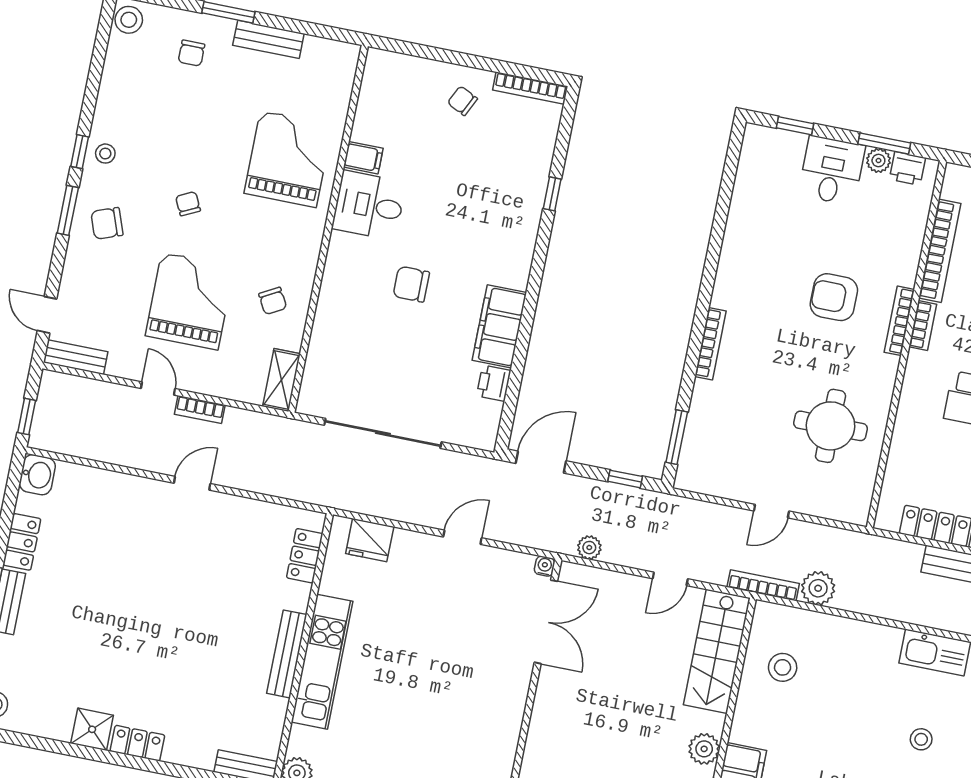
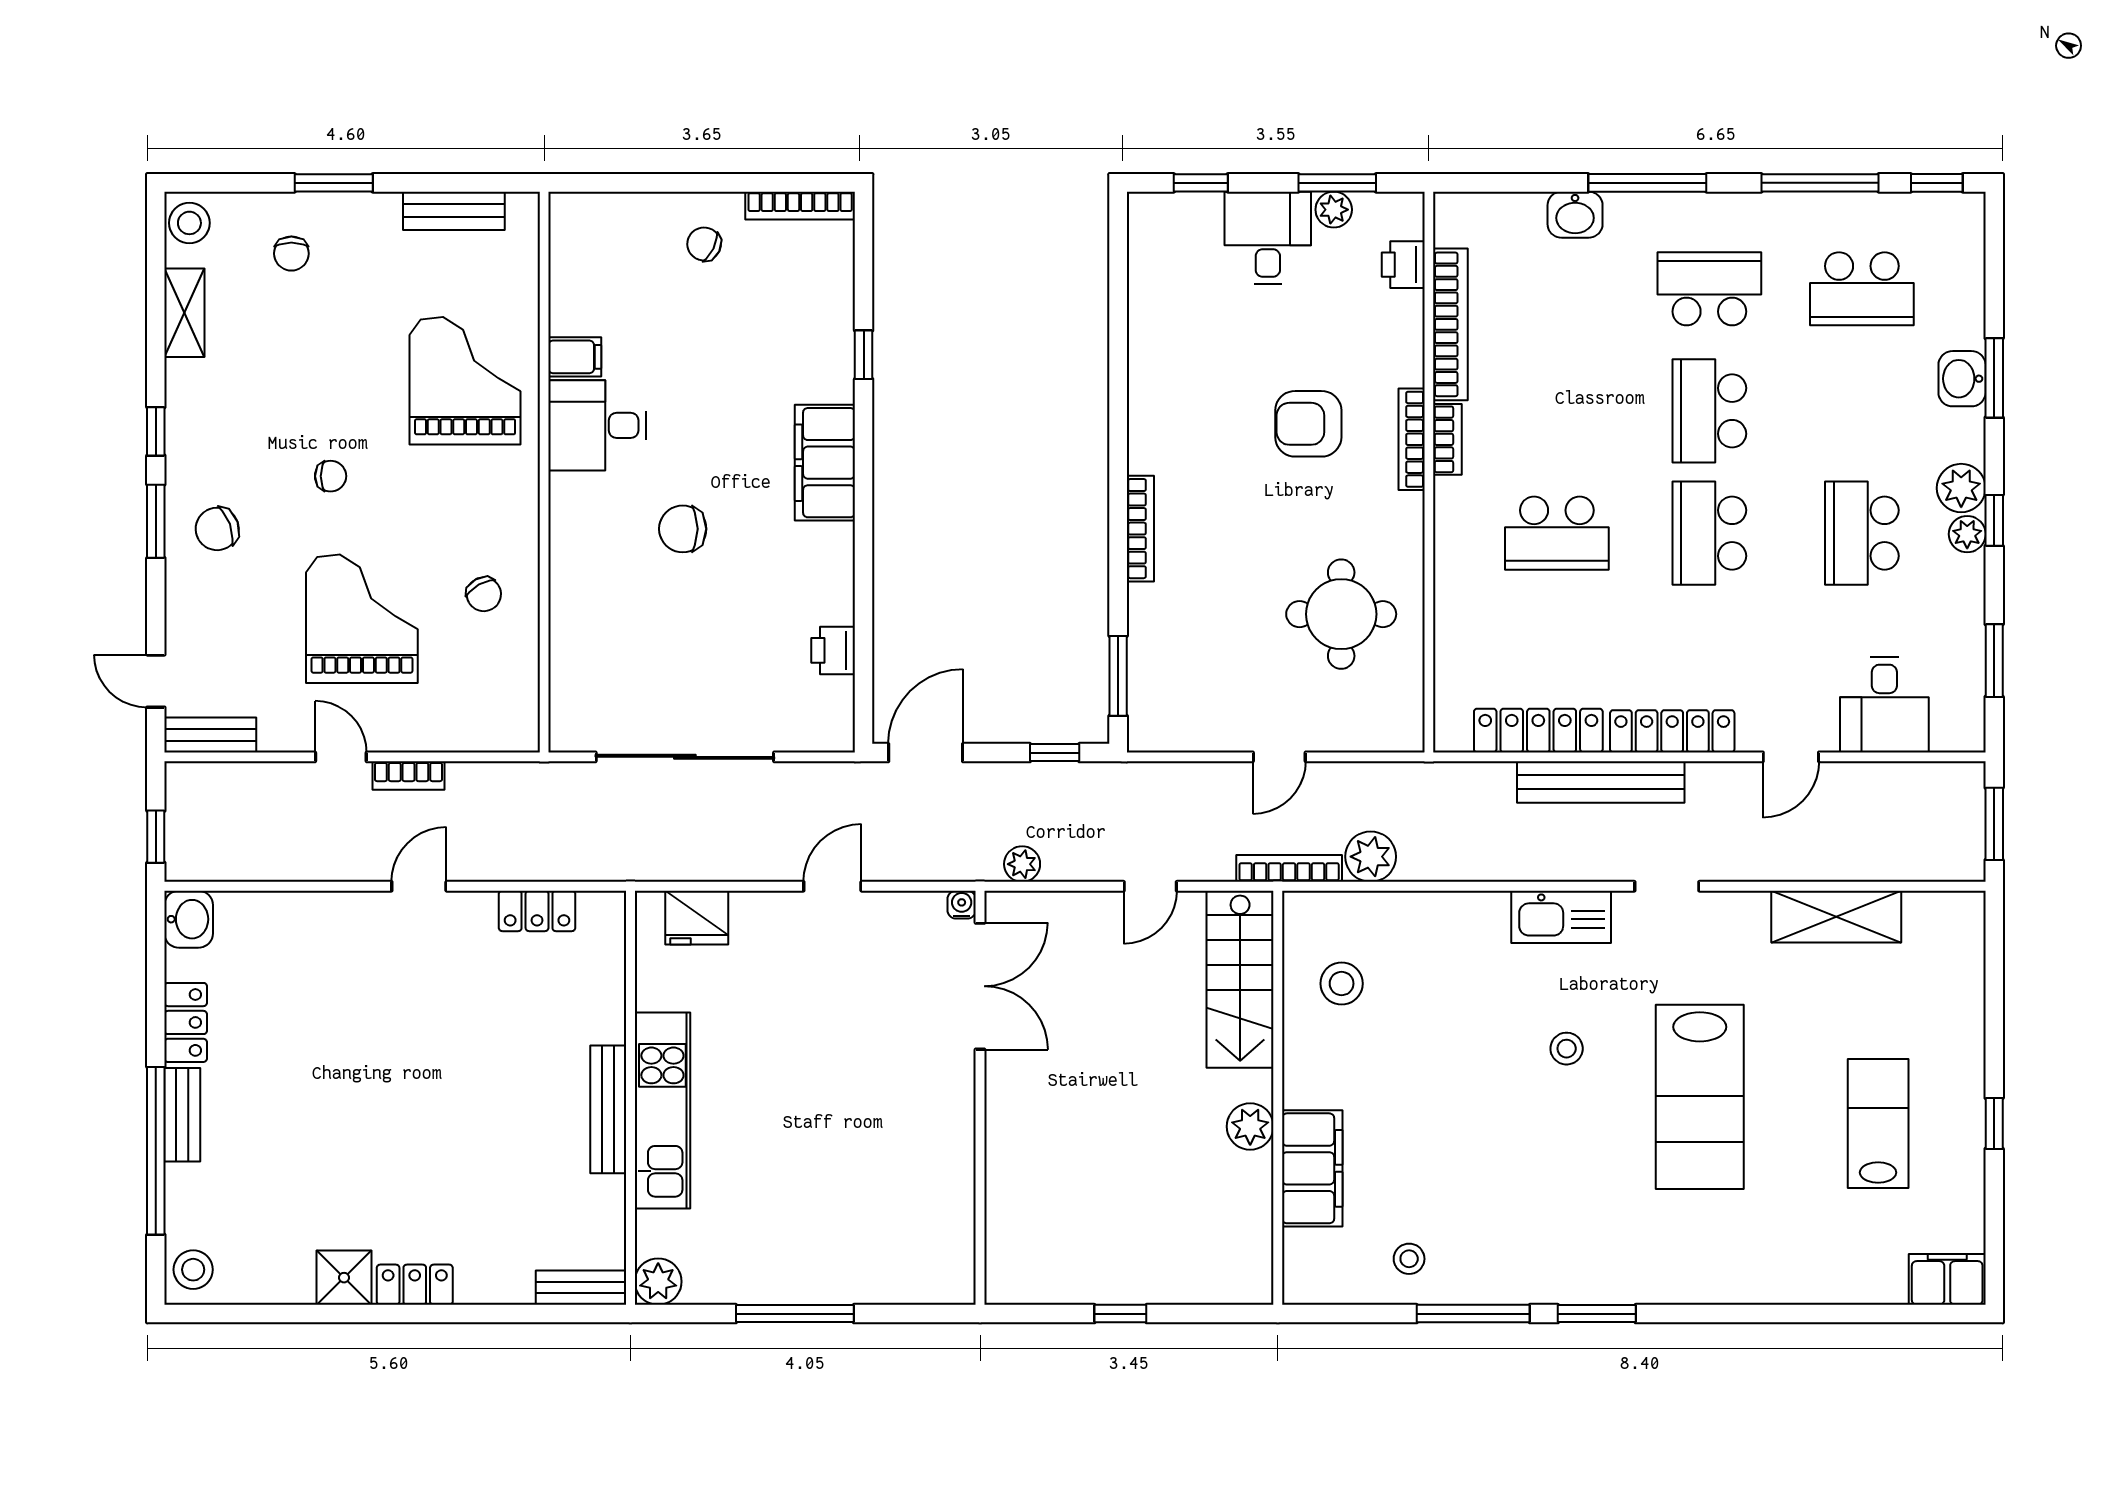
bench: (268, 39) -> (454, 211), moved
stool: (105, 154) -> (194, 427), removed
printer: (907, 169) -> (1403, 265), moved, turned 90
chair: (188, 204) -> (331, 476), turned 116
filing cabinet: (499, 326) -> (825, 463), moved
shelving: (281, 380) -> (184, 313), moved
locker: (305, 556) -> (537, 911), moved, turned -90

